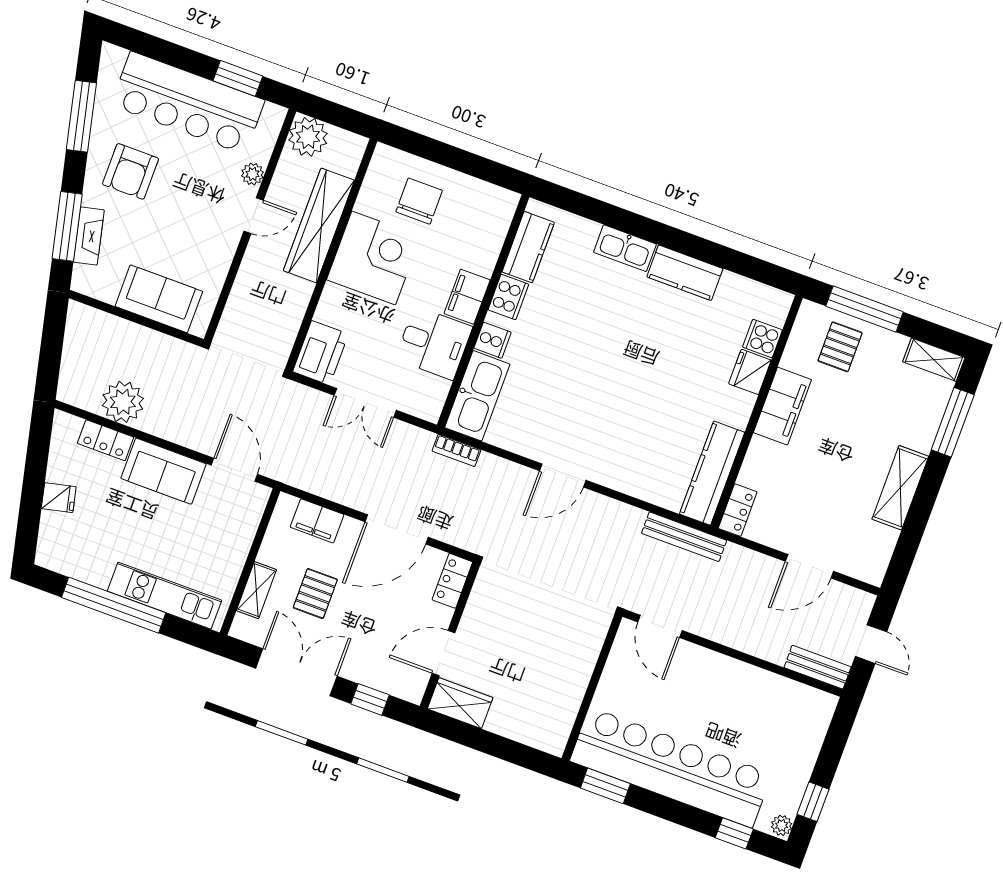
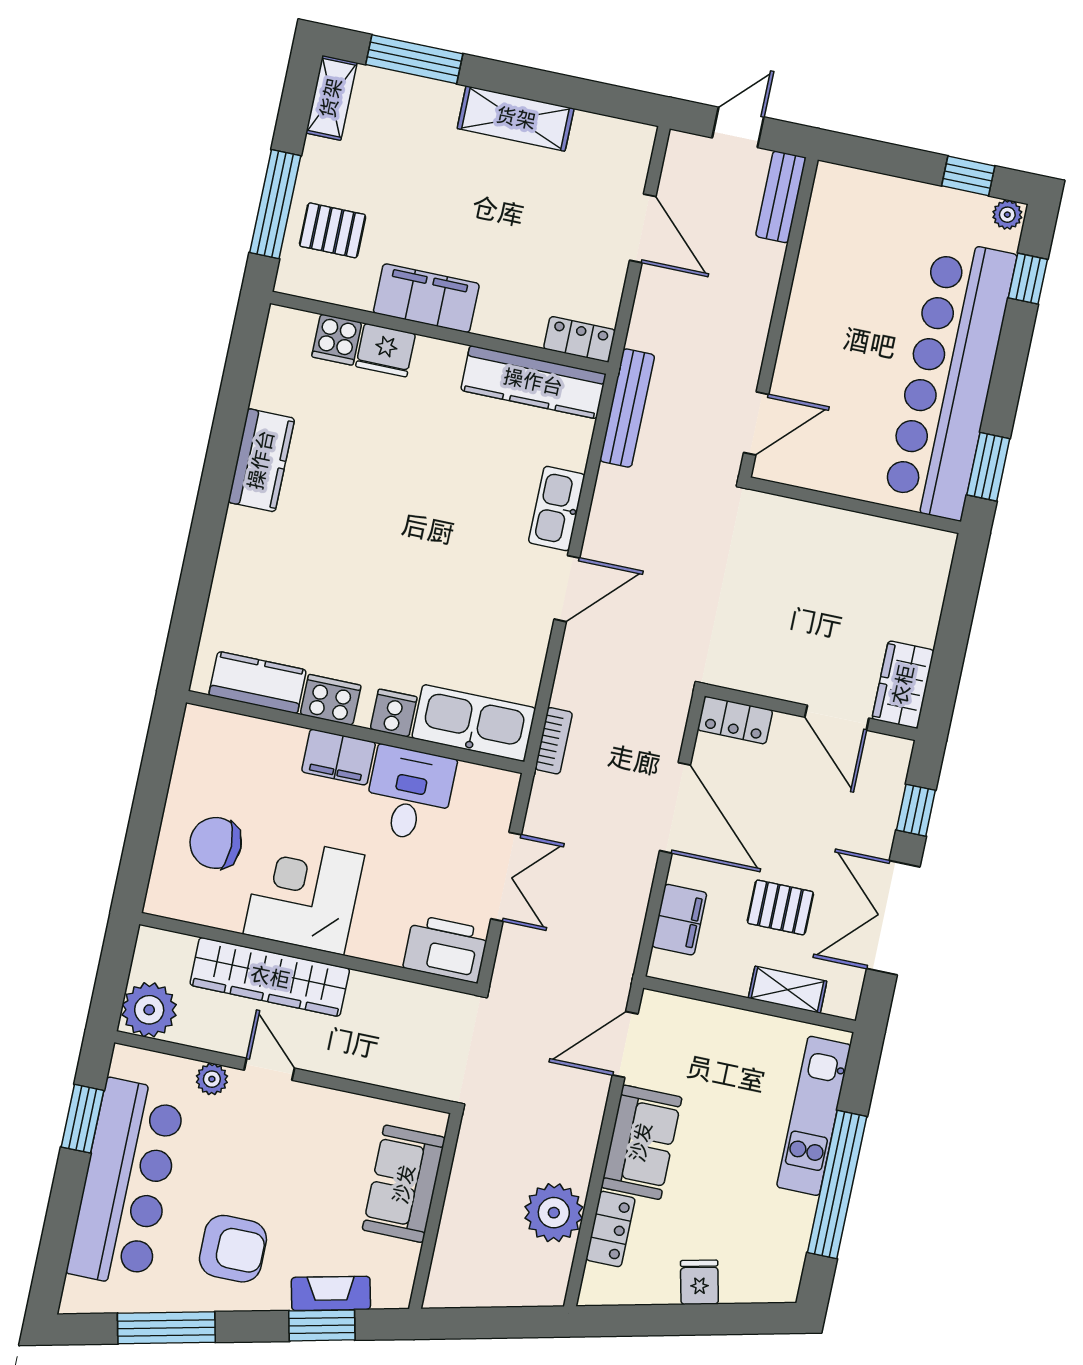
window: (67, 226) -> (322, 1325), width x0.69
kitchen sink: (625, 248) -> (557, 509), moved, turned 180
door: (563, 475) -> (567, 589), hinge flipped

